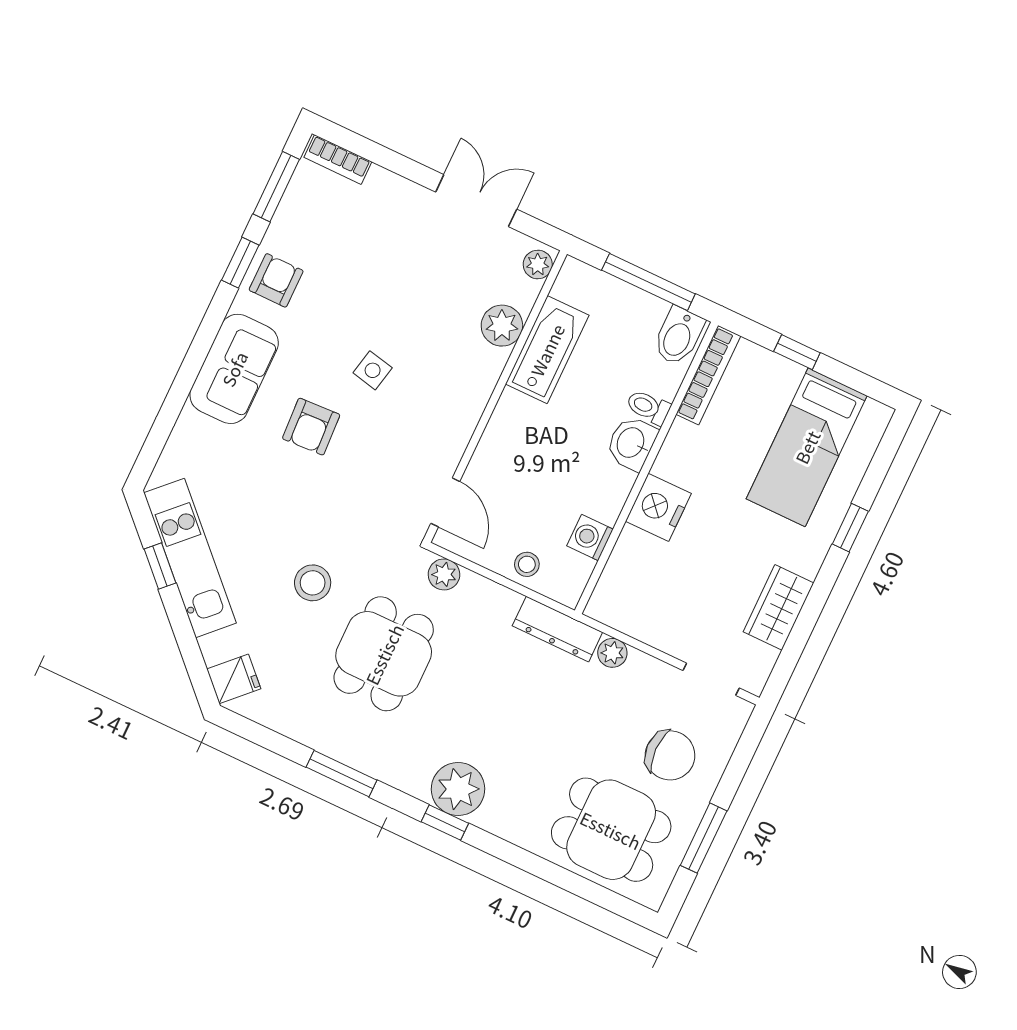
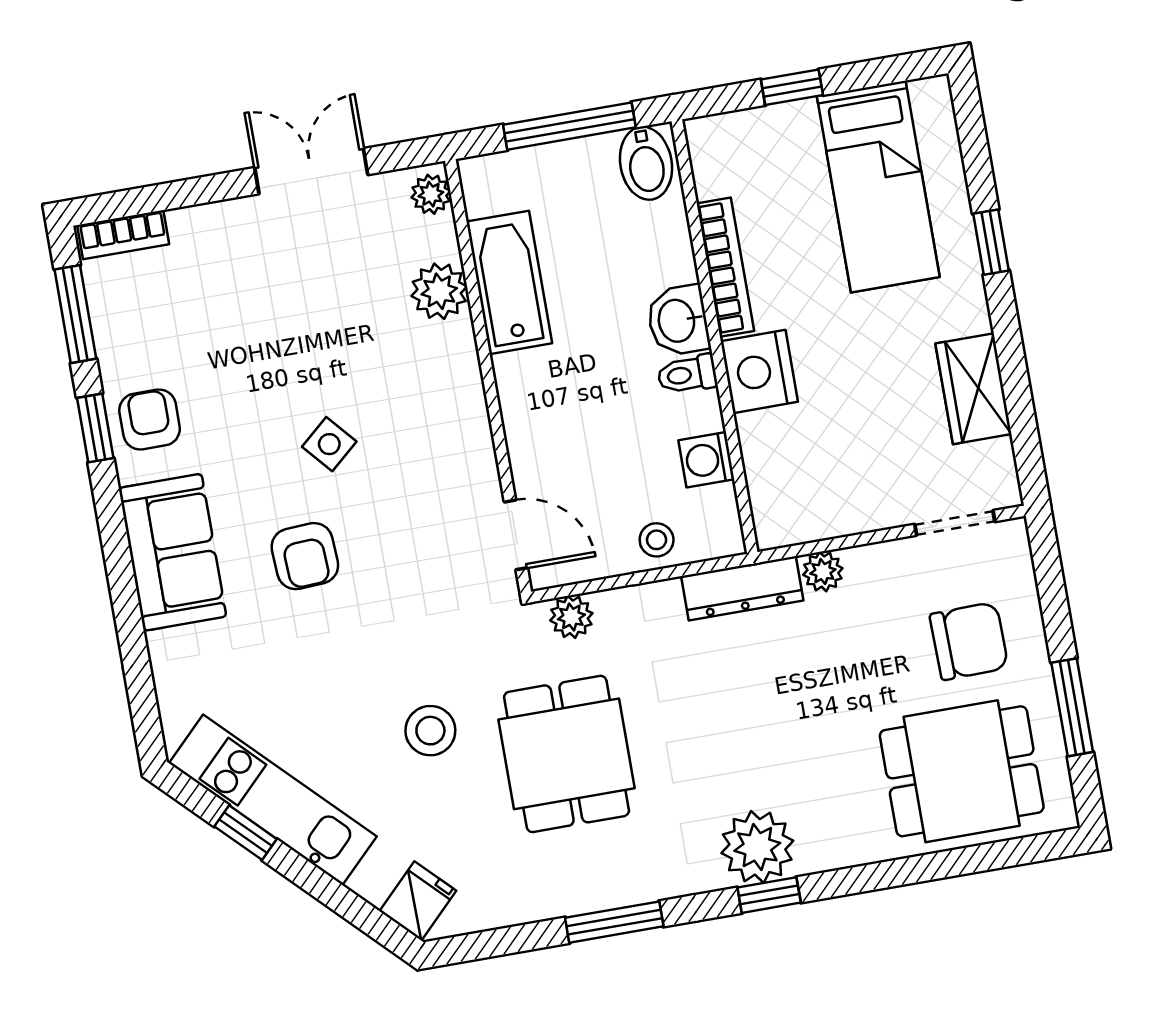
side table: (373, 370) -> (329, 444), turned 37
bookcase: (708, 375) -> (725, 267), moved
toilet: (648, 407) -> (687, 374), moved

